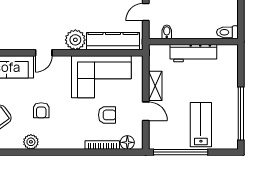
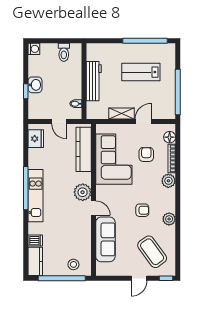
toilet: (227, 32) -> (64, 52), moved
plant: (75, 40) -> (83, 192), moved
lab bench: (201, 125) -> (141, 72), moved
plant: (76, 141) -> (168, 181), added

